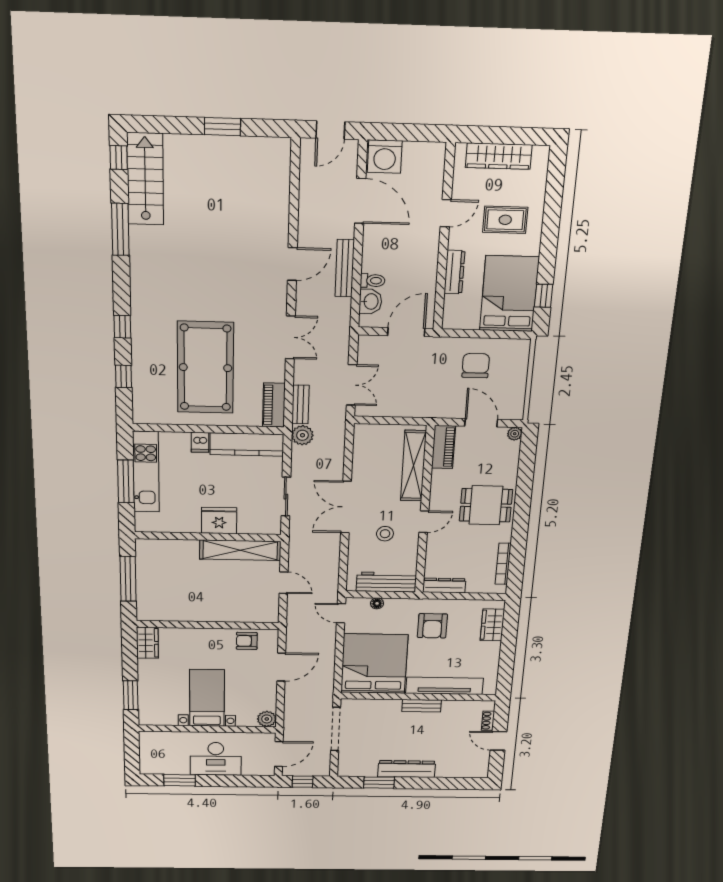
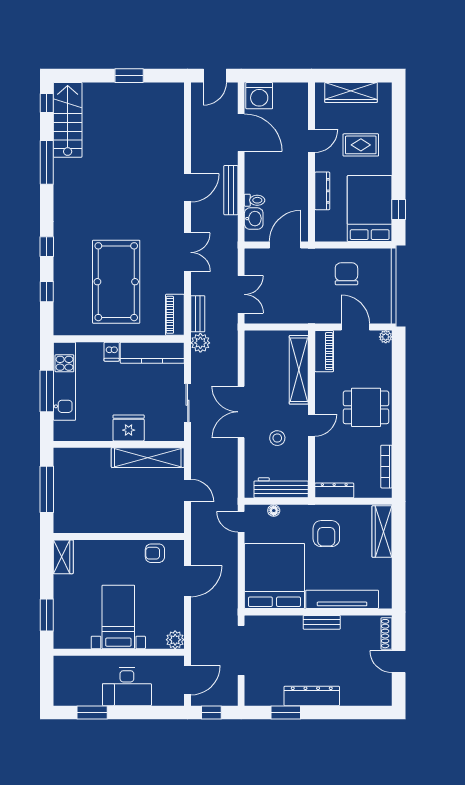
wardrobe: (492, 625) -> (382, 532), width x1.50
shoe rack: (488, 721) -> (387, 634), width x1.43

